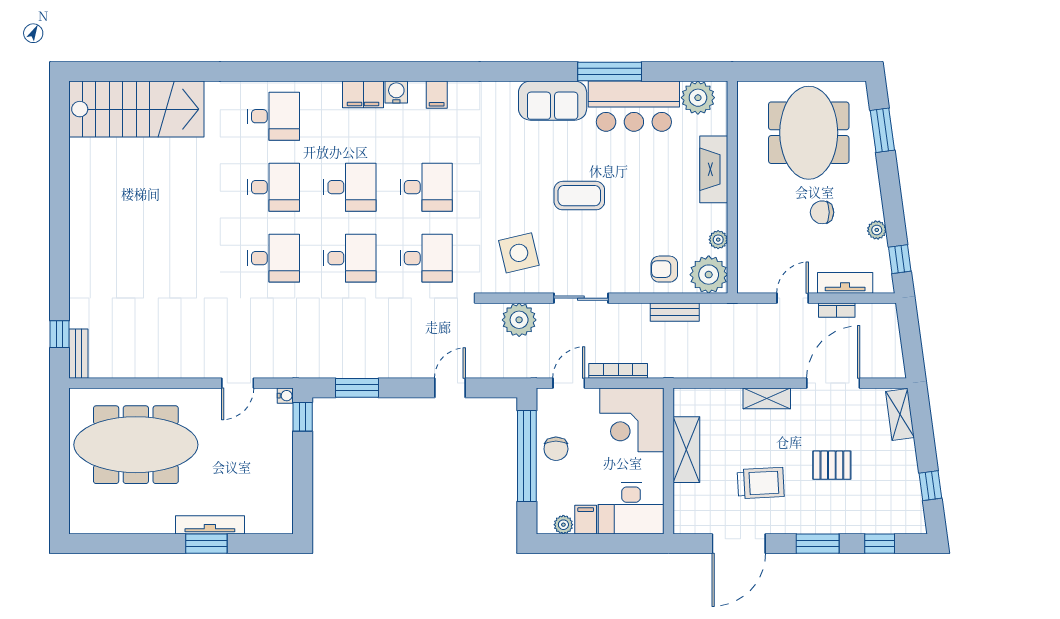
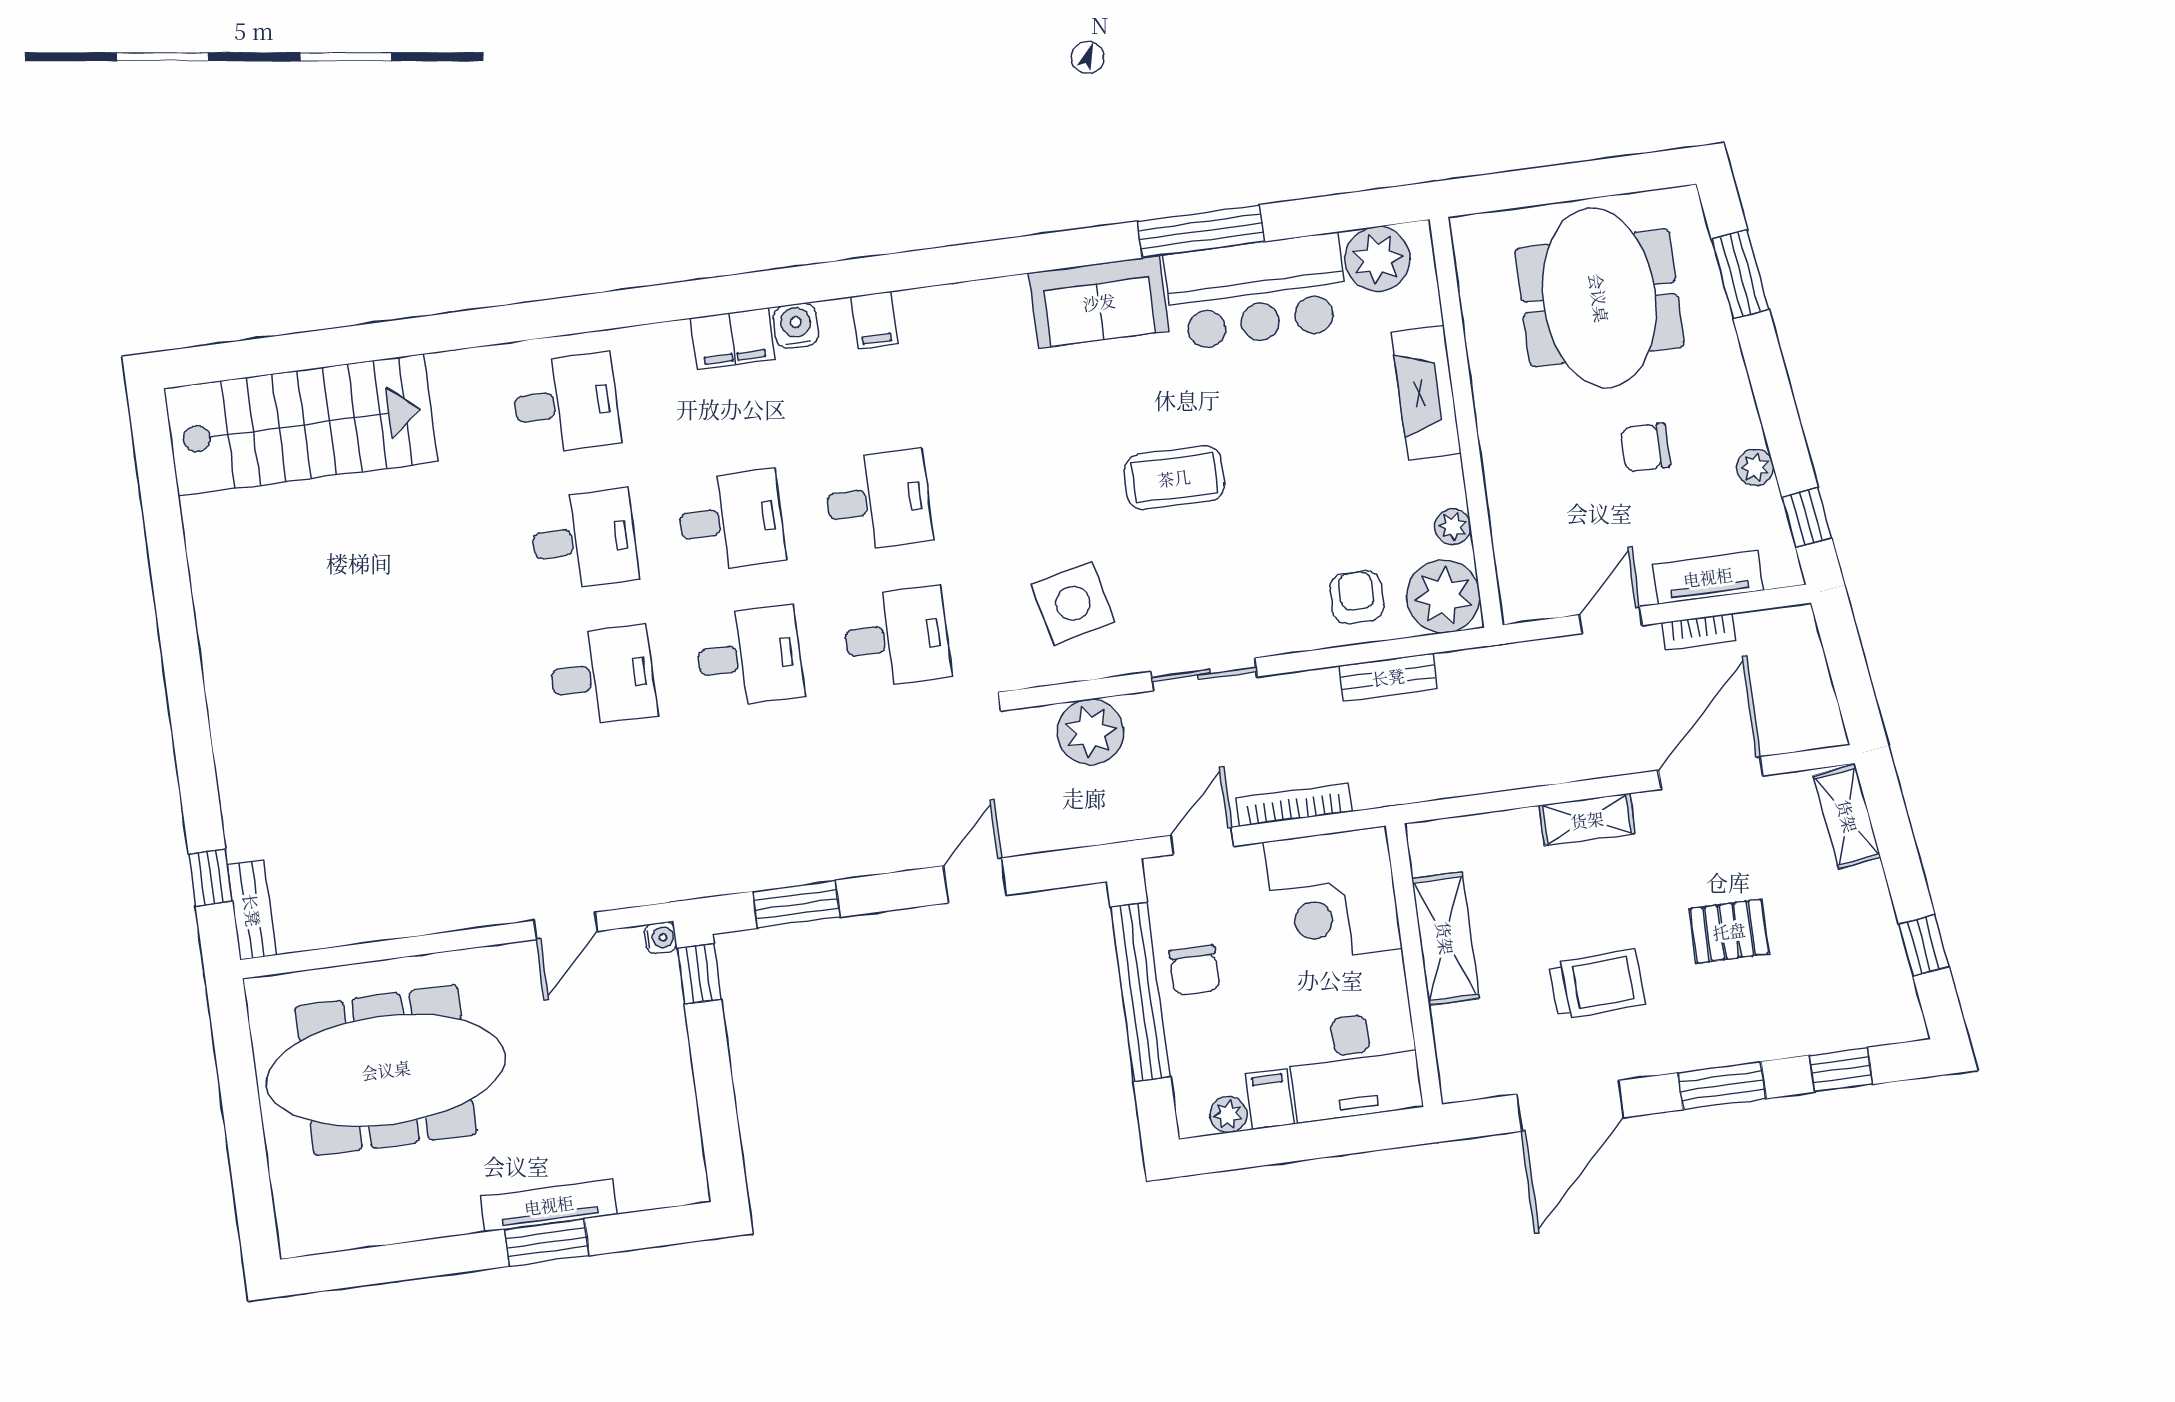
armchair: (664, 269) -> (1357, 597), turned 90

